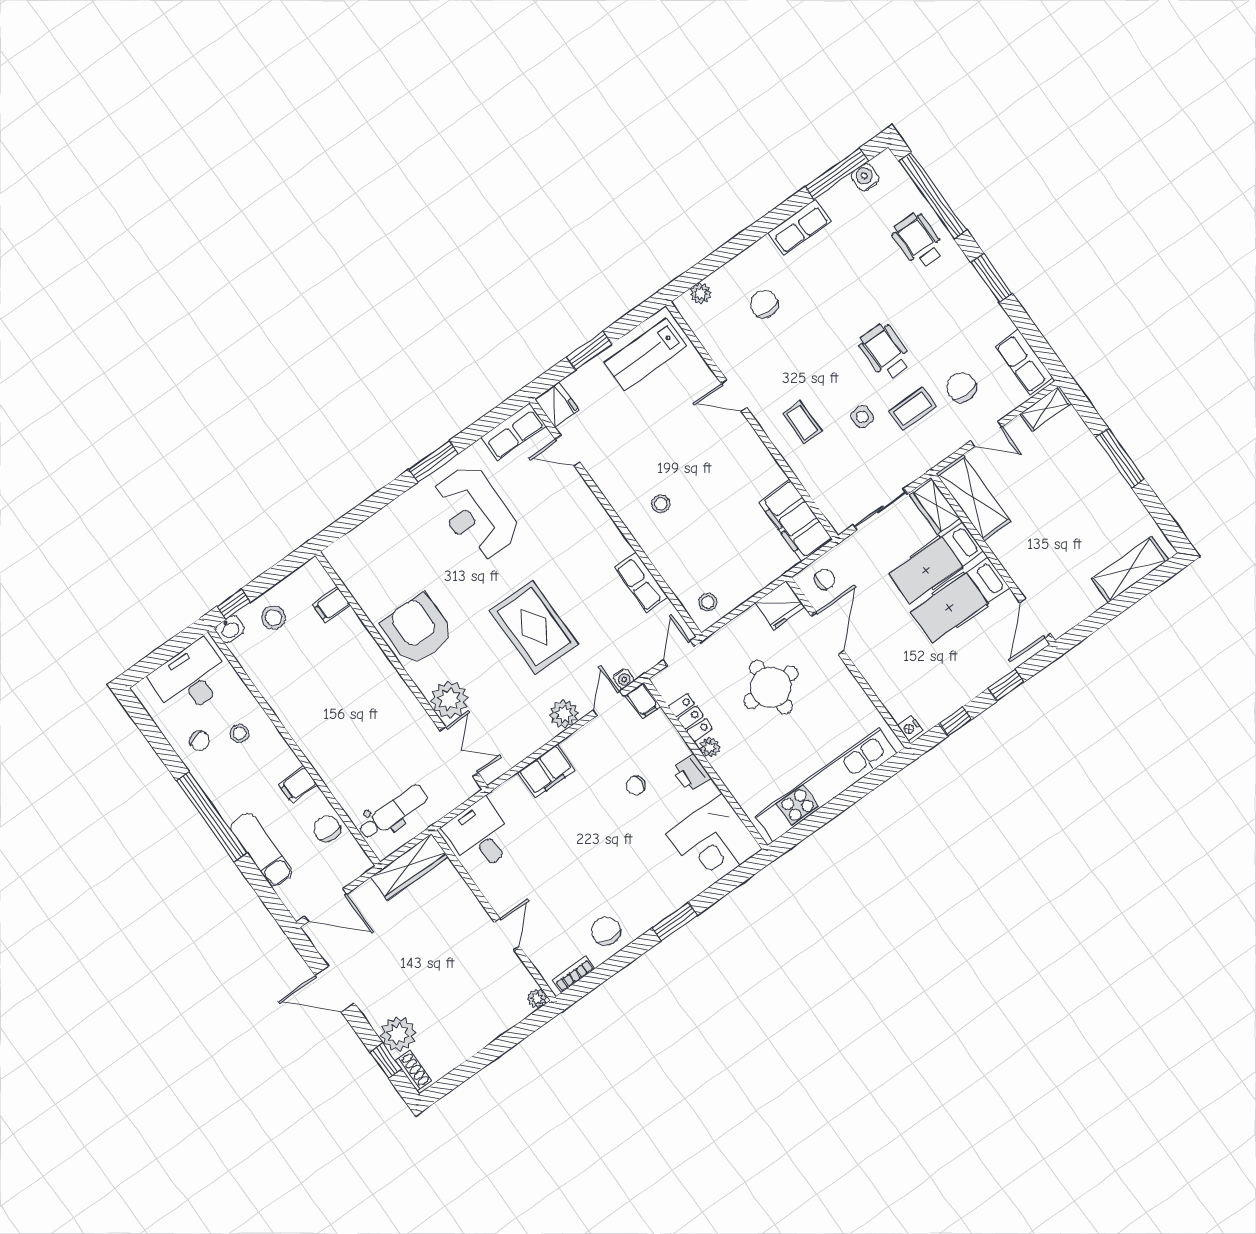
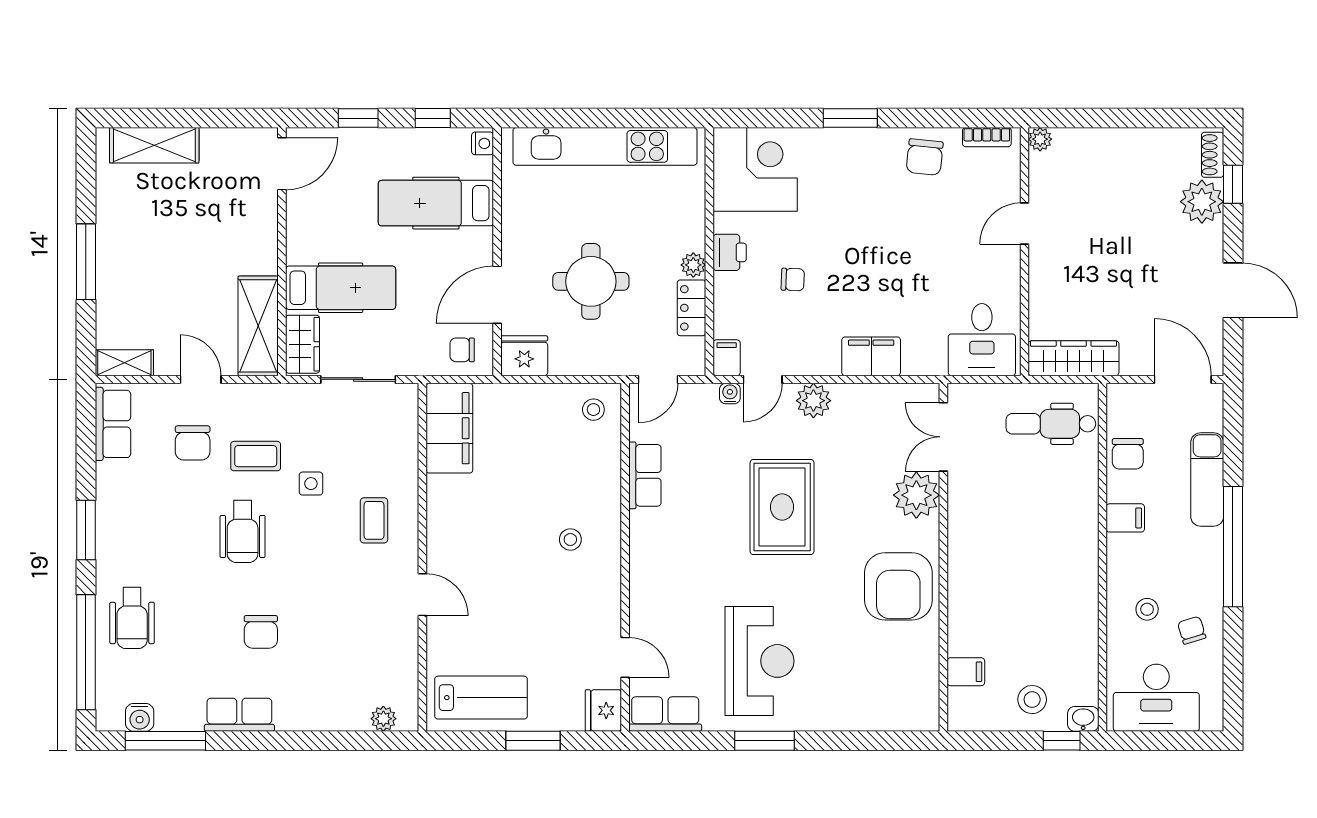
chair: (764, 304) -> (261, 632), moved
hospital bed: (960, 600) -> (436, 203), moved, turned 180

